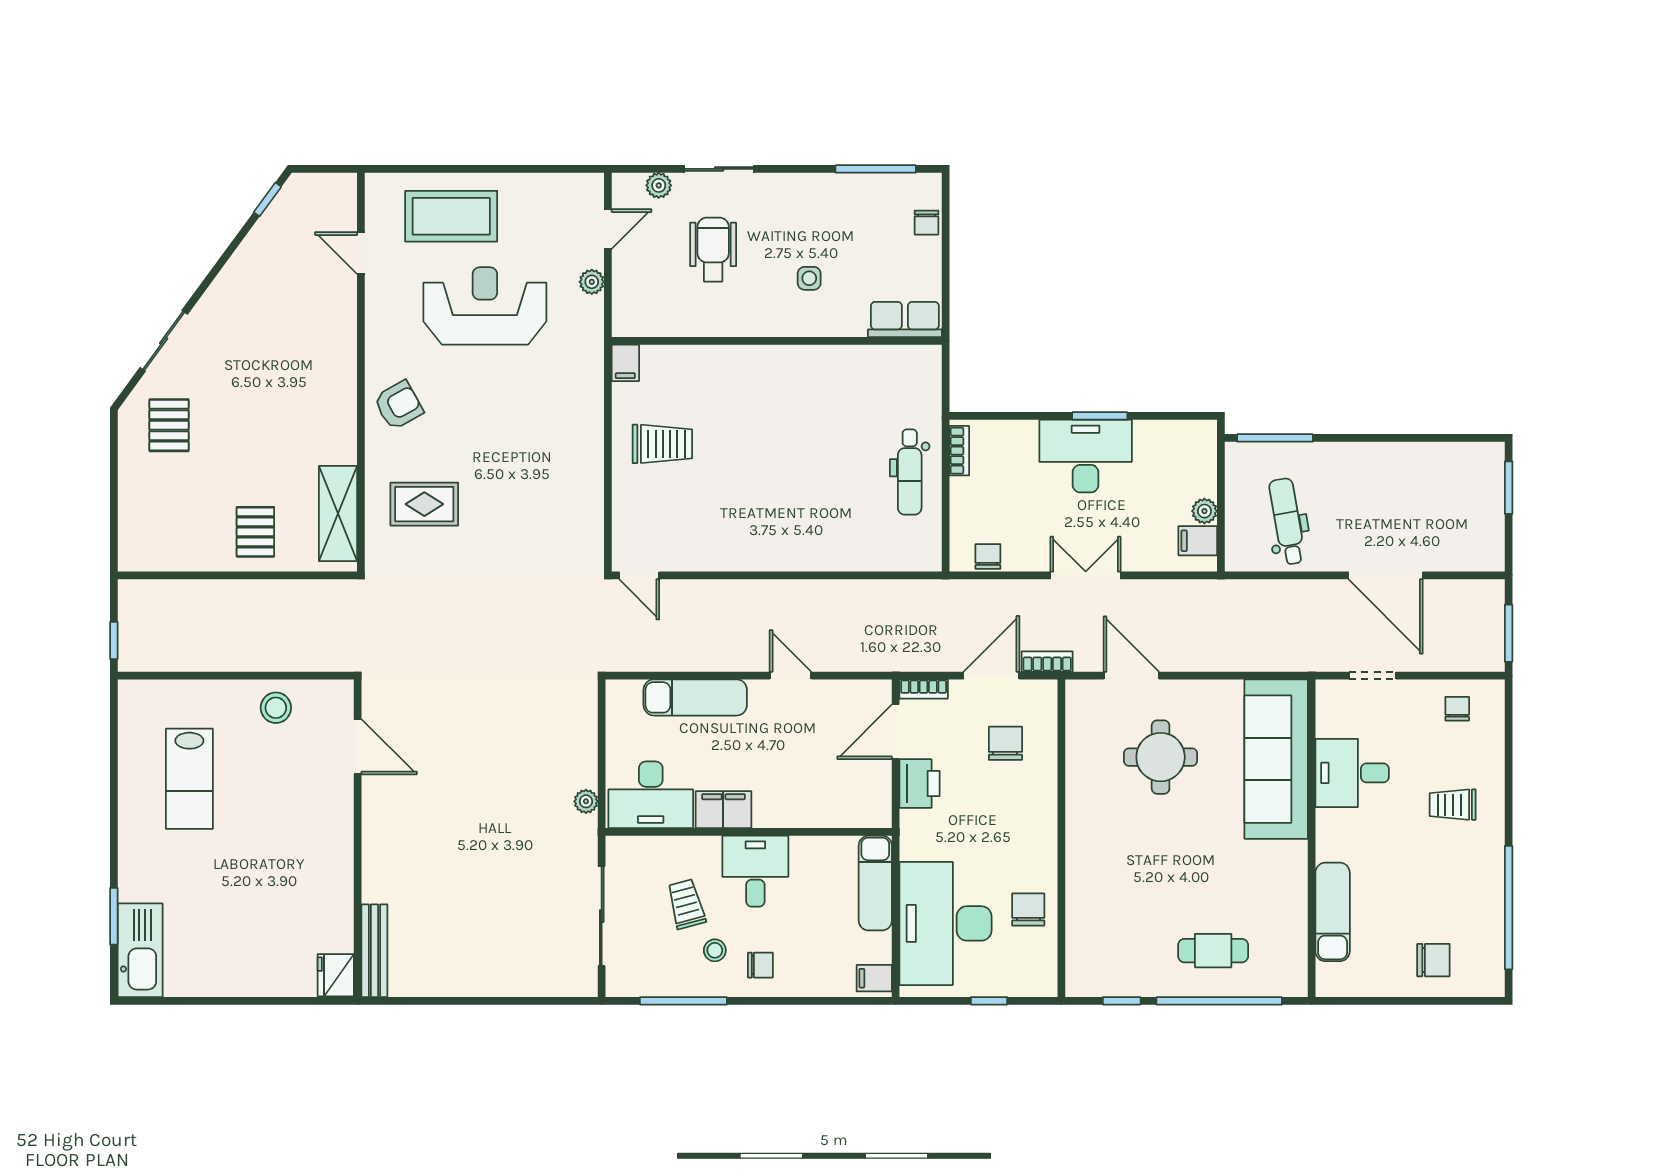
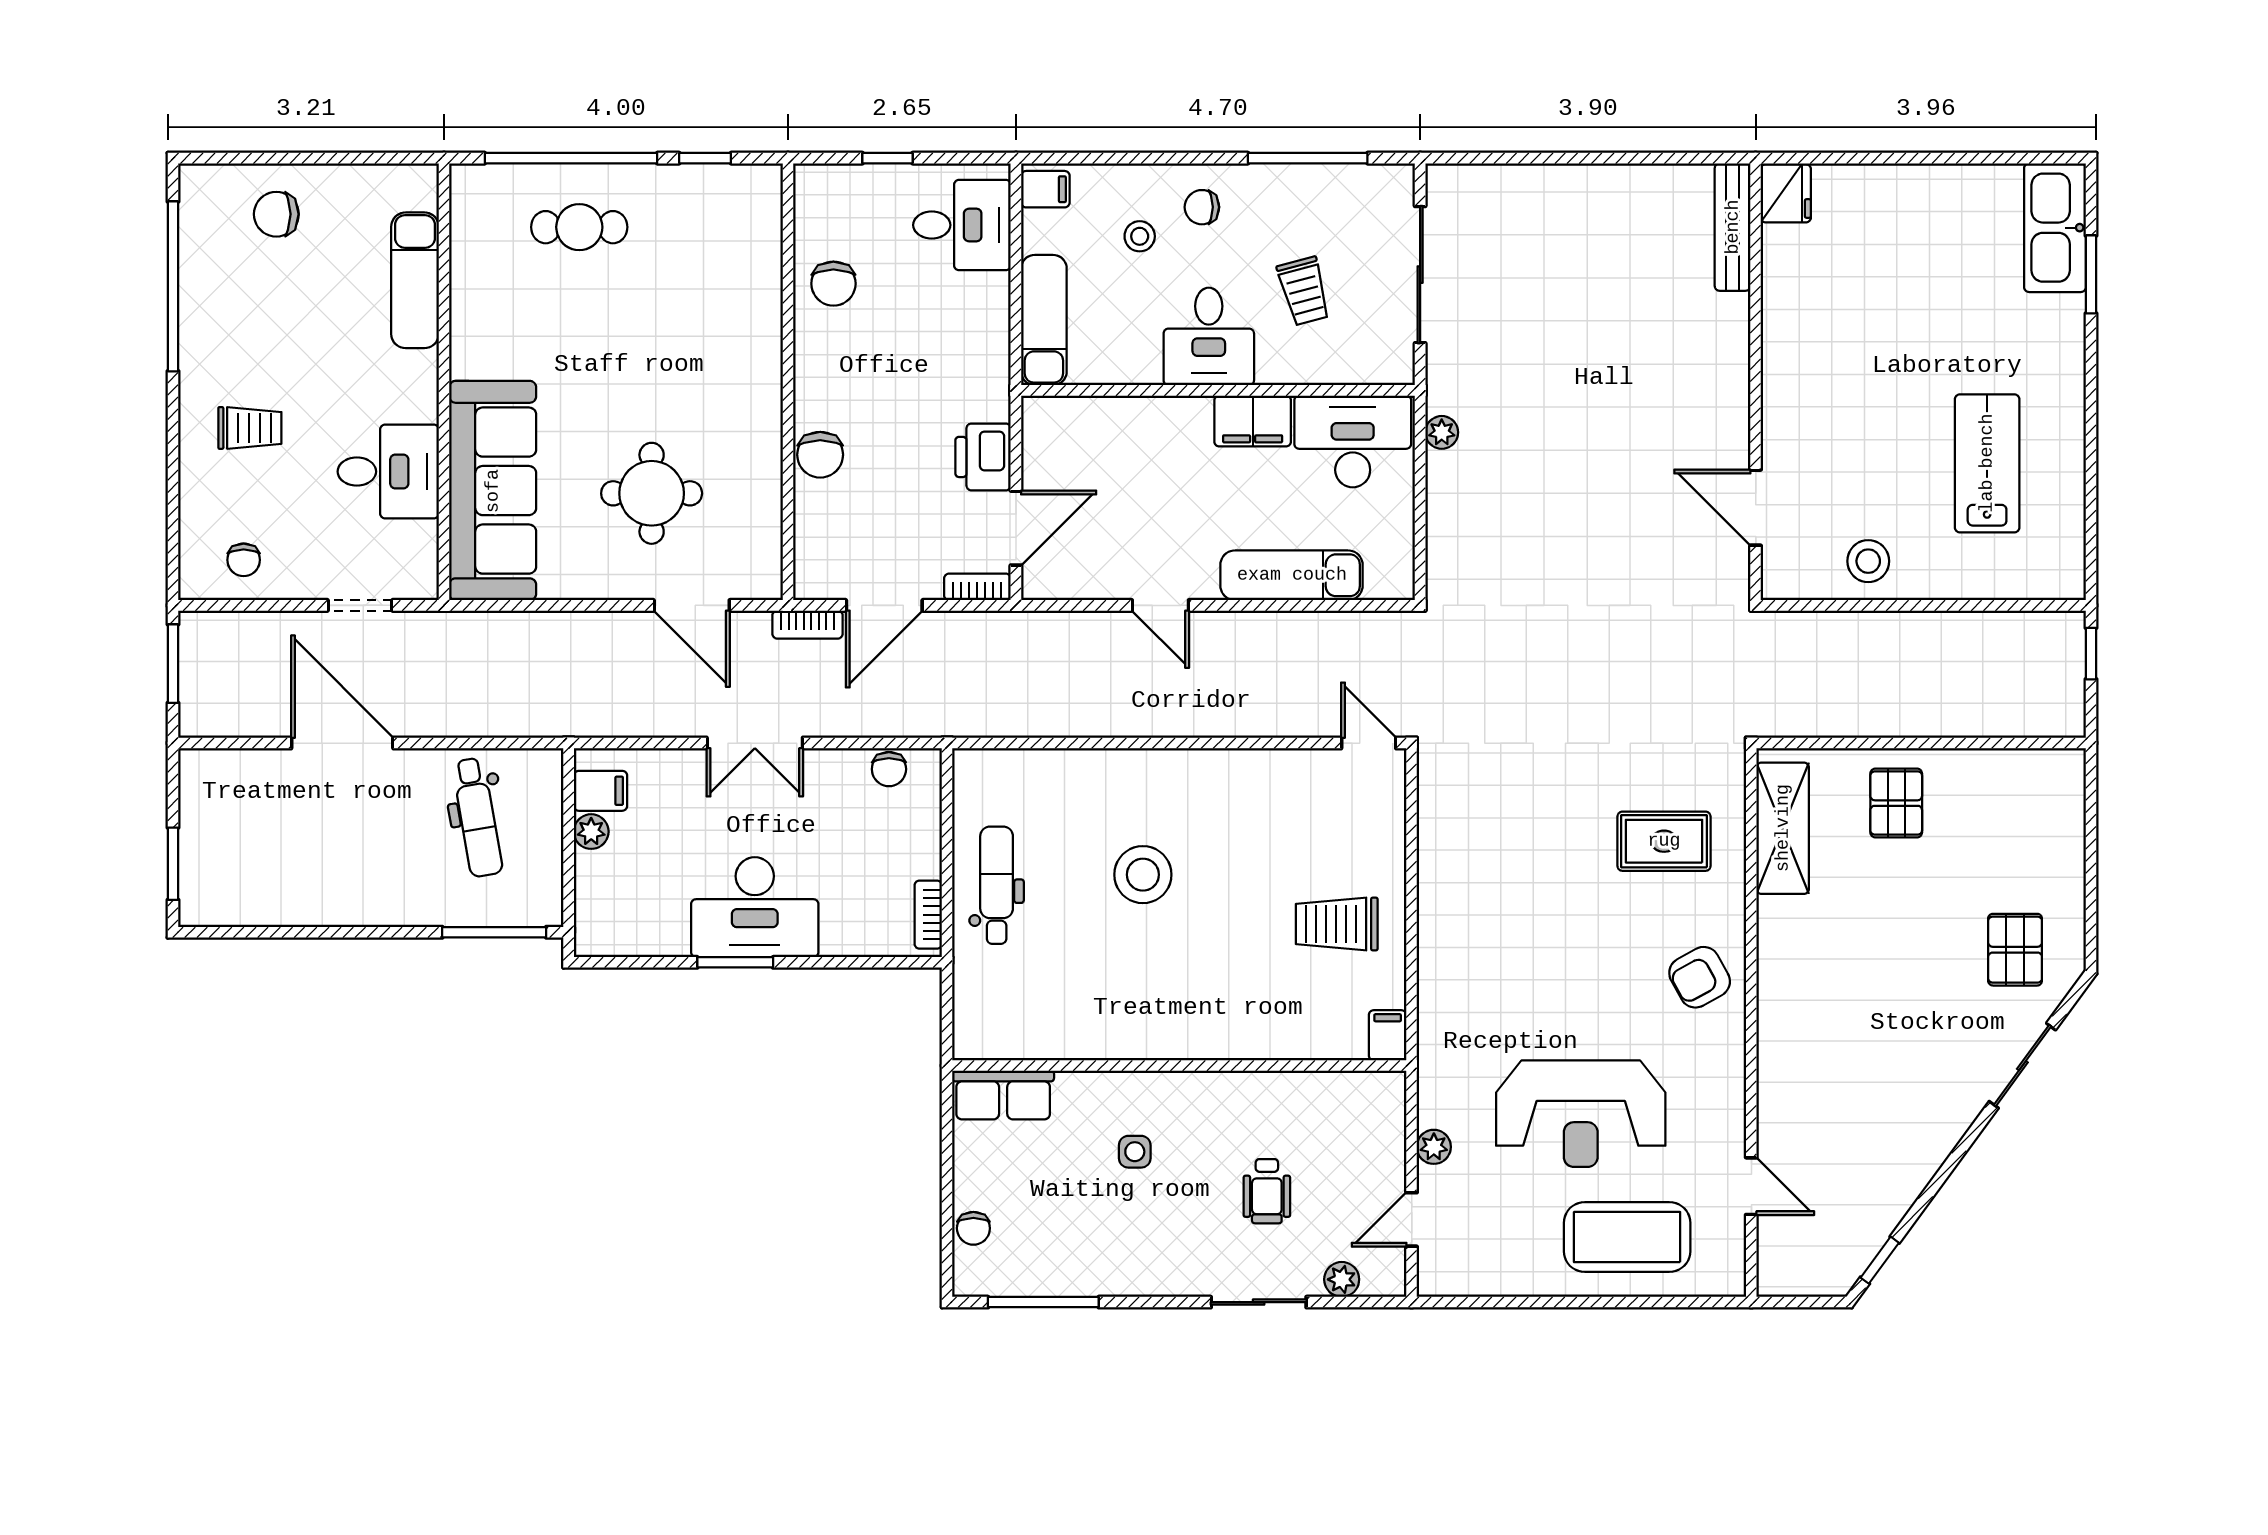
chair: (927, 223) -> (973, 1228), turned 180
wheelchair: (713, 250) -> (1267, 1191), width x0.73, depth x0.73
stool: (803, 480) -> (1143, 875), added
chair: (1005, 743) -> (820, 455), moved
desk: (945, 923) -> (962, 225), width x0.53, depth x0.77
stool: (715, 950) -> (1140, 236), moved

